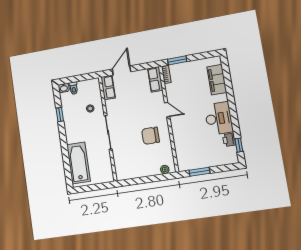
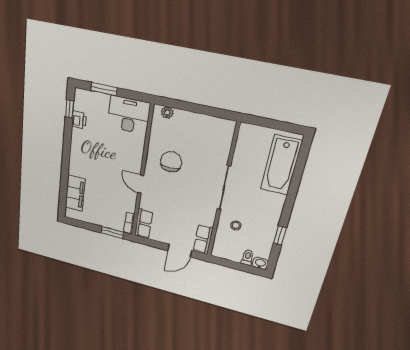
desk: (219, 118) -> (129, 115), moved, turned 90
chair: (151, 136) -> (171, 162), turned -90
window: (200, 172) -> (104, 89), moved

